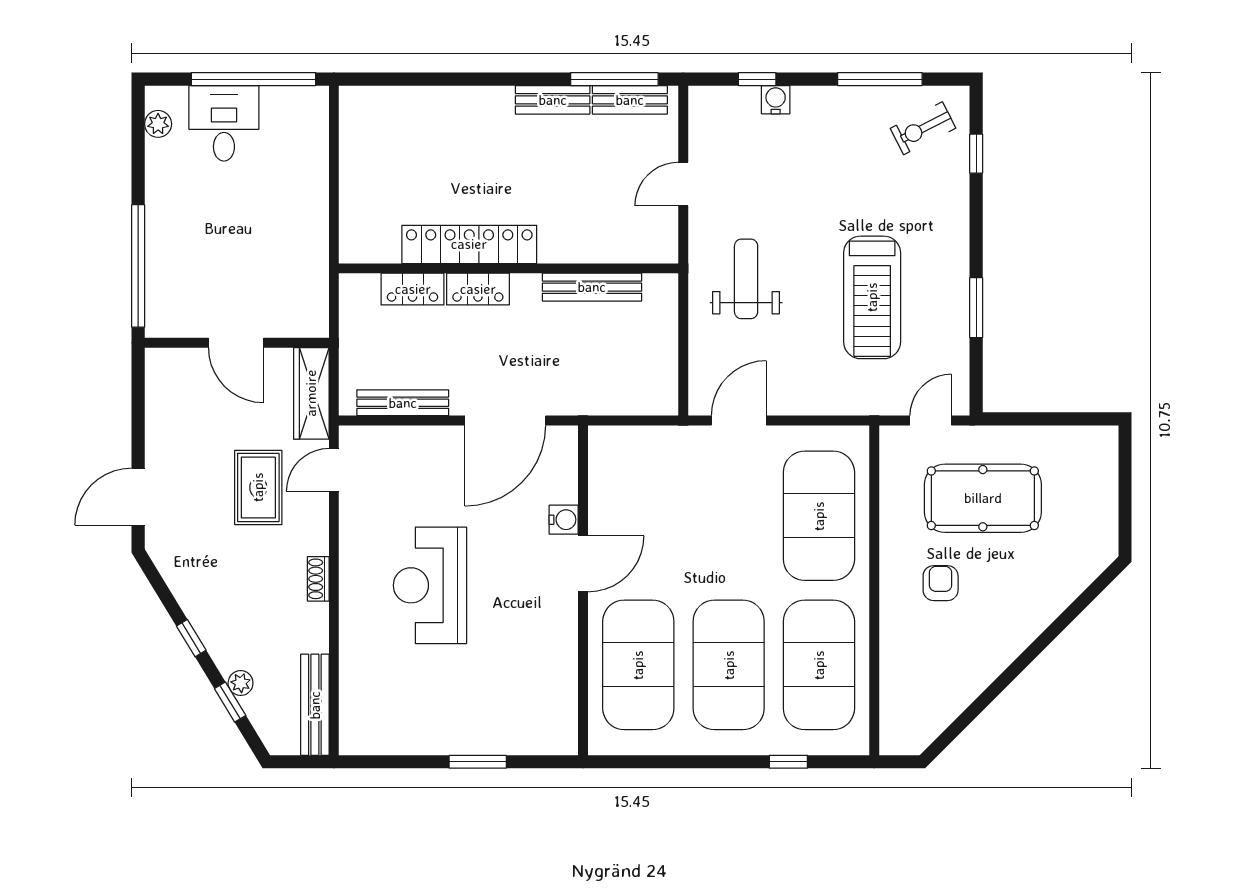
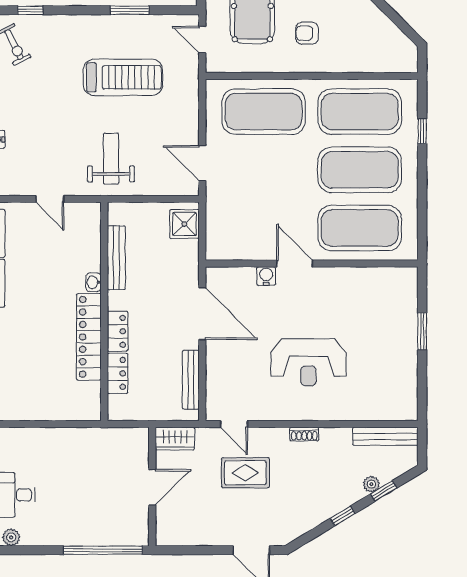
washbasin: (554, 252) -> (93, 282), added
weight bench: (746, 279) -> (111, 159), turned 90
wardrobe: (311, 393) -> (175, 439), width x0.67
shower: (644, 393) -> (184, 224), added

